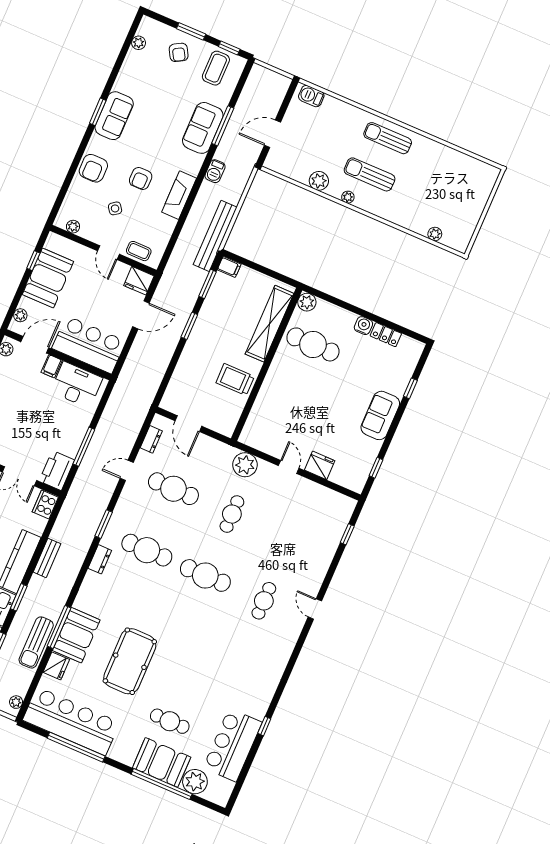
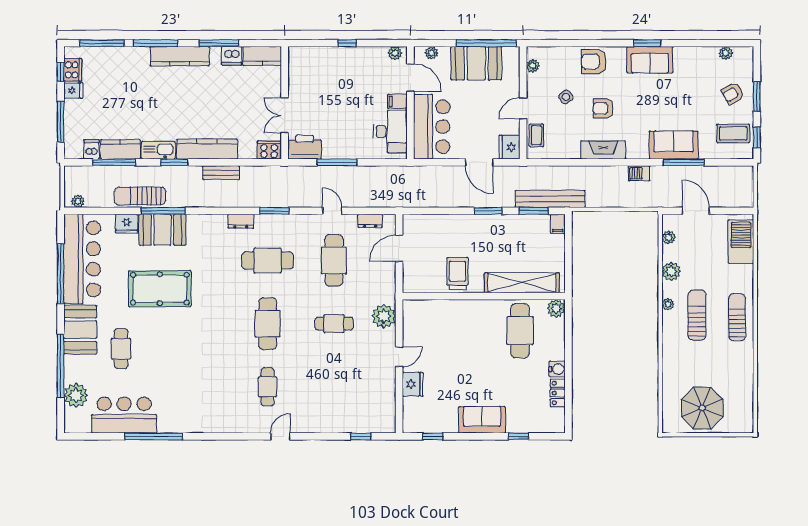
barbecue: (311, 96) -> (741, 242), width x1.88, depth x1.53
parasol: (458, 207) -> (702, 408), added
plant: (435, 234) -> (669, 237), moved
bench: (215, 236) -> (550, 199), moved
window: (33, 261) -> (486, 43), width x3.17
cafe table: (147, 550) -> (268, 260), turned 90
cafe table: (264, 601) -> (268, 387), turned 90
window: (264, 726) -> (154, 436), width x3.17
booth: (162, 762) -> (80, 330), moved

